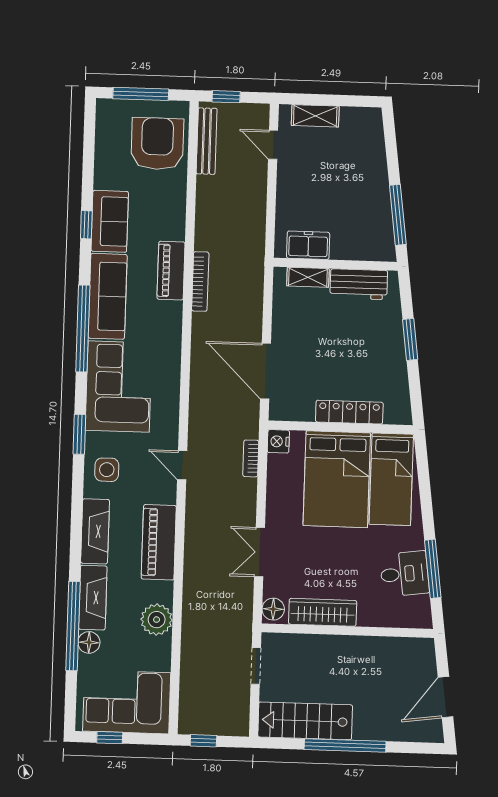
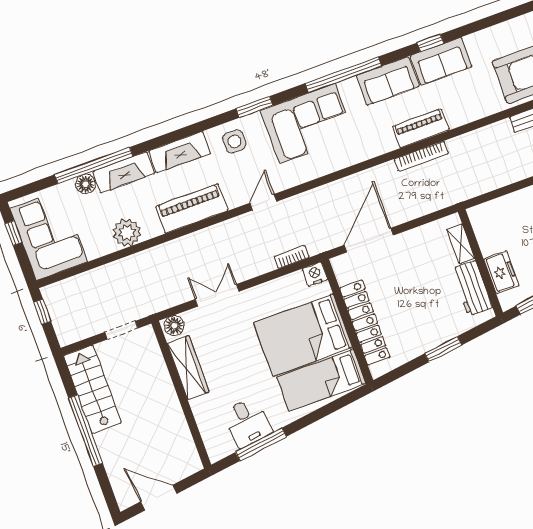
freezer: (308, 245) -> (501, 272), moved
sofa: (108, 296) -> (388, 81), width x0.73
locker: (349, 412) -> (365, 322), width x1.41, depth x1.21

